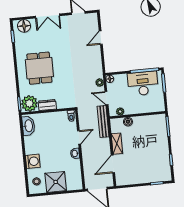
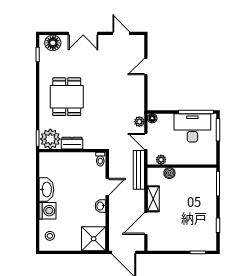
washbasin: (28, 126) -> (46, 190), moved
shower: (56, 182) -> (94, 239), moved

